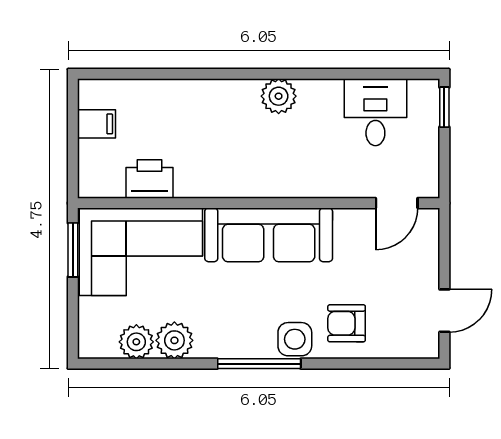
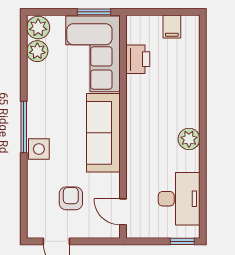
desk: (375, 112) -> (179, 199), width x1.37
armchair: (347, 323) -> (71, 198), moved
plant: (174, 340) -> (38, 28), moved

